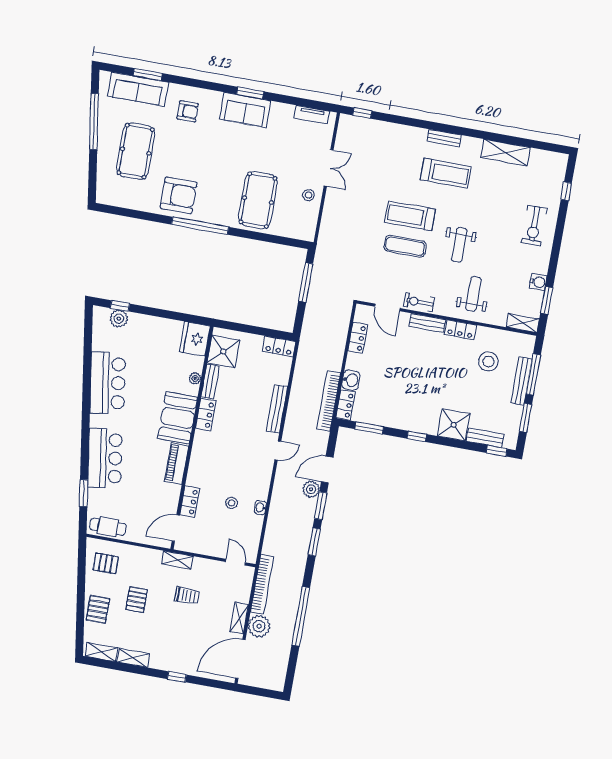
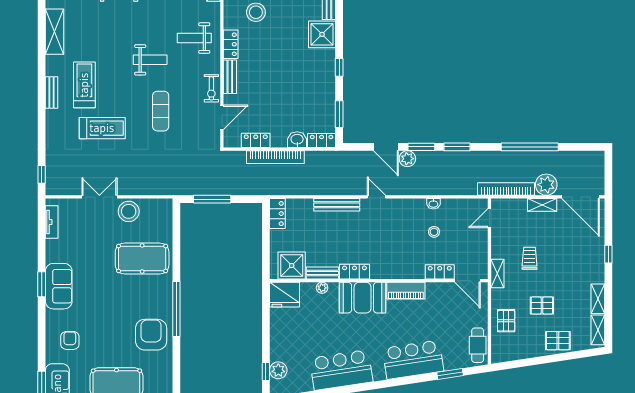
stool: (309, 195) -> (129, 211), width x1.89, depth x1.89
treadmill: (410, 216) -> (102, 128), moved, turned -90
bookcase: (329, 401) -> (275, 157), moved
pallet: (106, 563) -> (506, 321), moved

